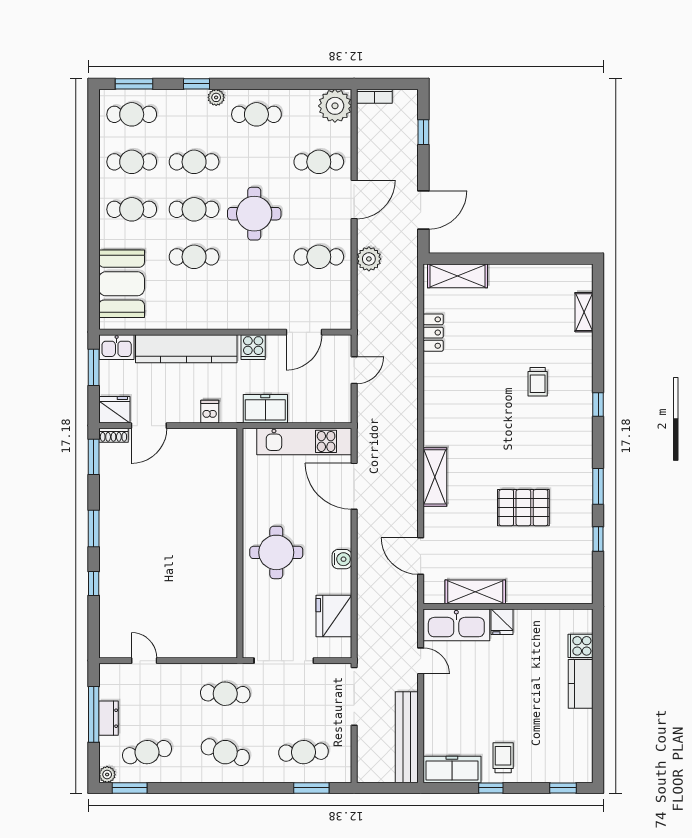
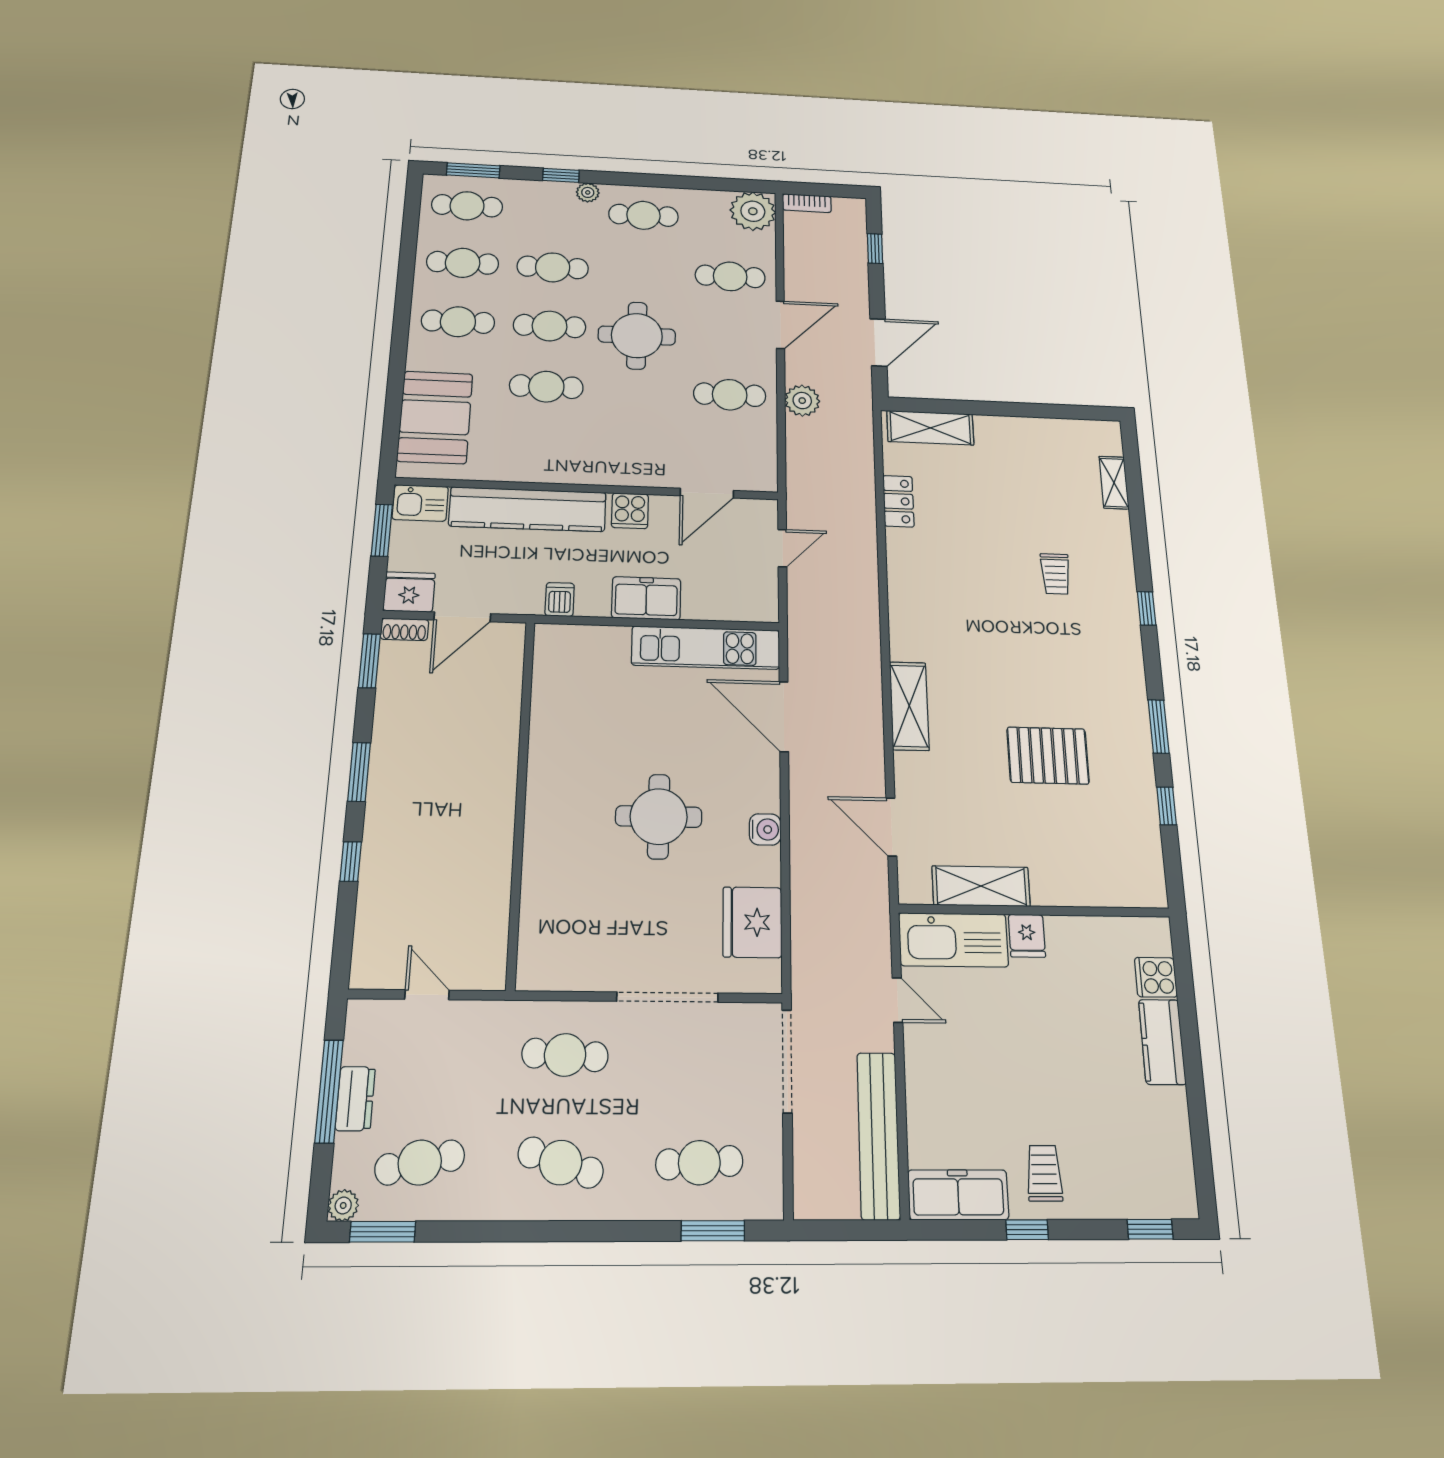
wall: (240, 543) -> (521, 799), moved

